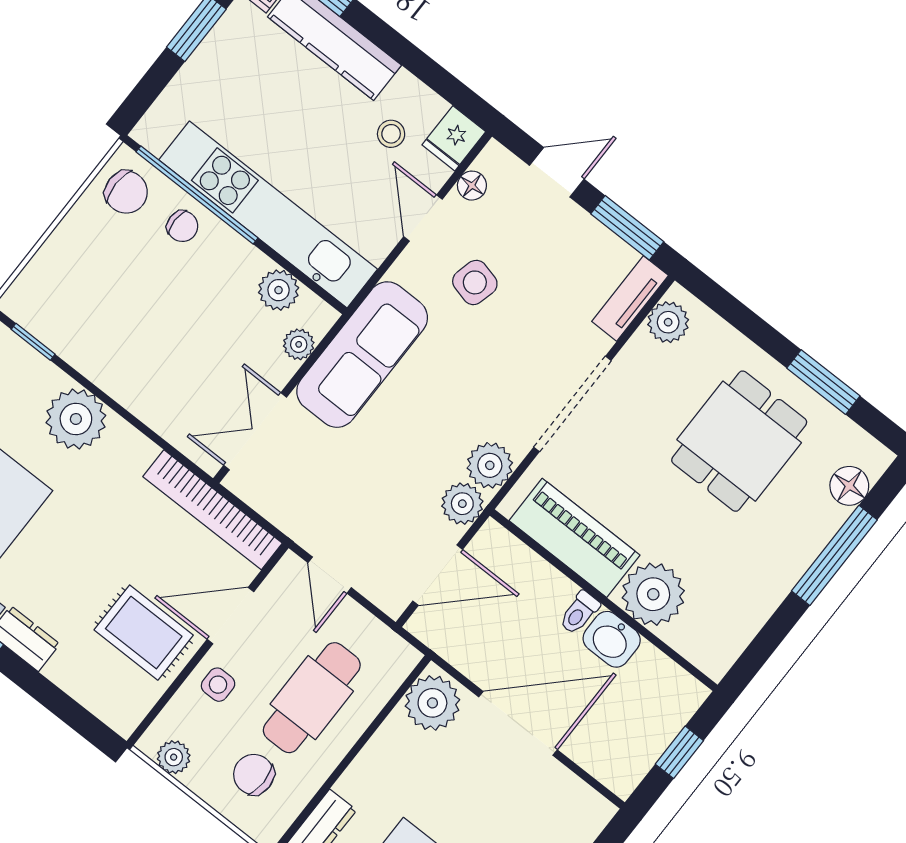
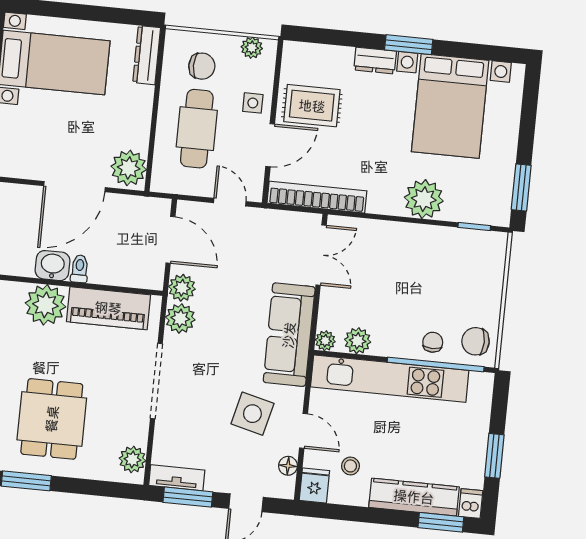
chair: (182, 226) -> (433, 342), turned 90
side table: (475, 282) -> (252, 414), width x1.37, depth x1.37
tv unit: (630, 298) -> (177, 478), moved, turned -90
plant: (299, 344) -> (325, 341), moved
door: (438, 575) -> (170, 240), swing flipped

